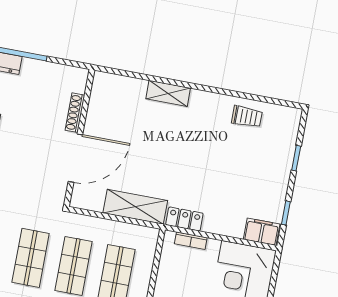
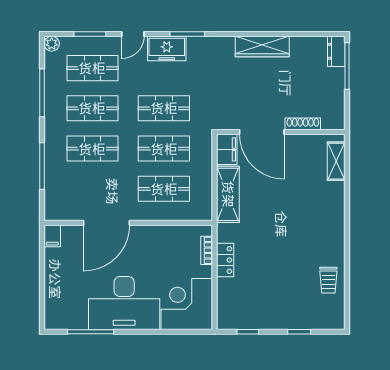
shelving: (168, 93) -> (336, 161), moved
locker: (184, 219) -> (225, 260), moved
filing cabinet: (262, 232) -> (227, 149), moved

